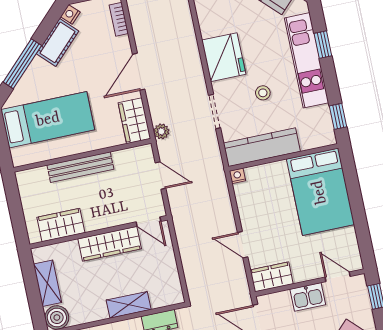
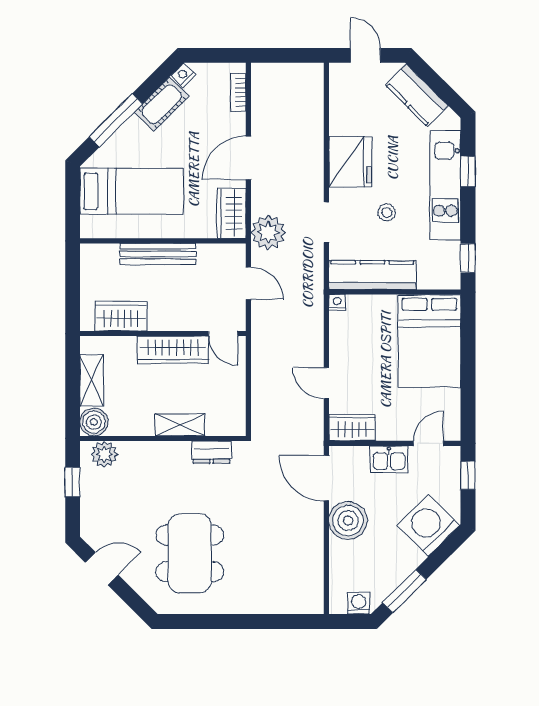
plant: (161, 131) -> (268, 232), width x1.88, depth x1.88
door: (338, 277) -> (428, 443), hinge flipped

